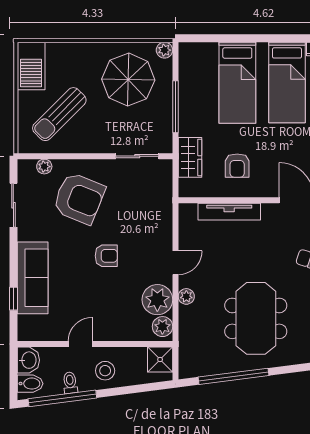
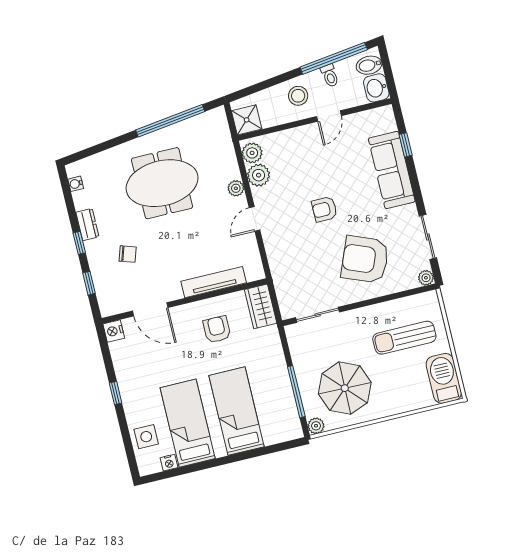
window: (175, 107) -> (296, 392), moved
sun lounger: (59, 114) -> (404, 338), turned -135
wardrobe: (190, 157) -> (261, 306), moved
plant: (44, 167) -> (426, 278), moved
plant: (157, 300) -> (259, 175), width x0.73, depth x0.73
meeting table: (256, 318) -> (162, 183), turned 90

